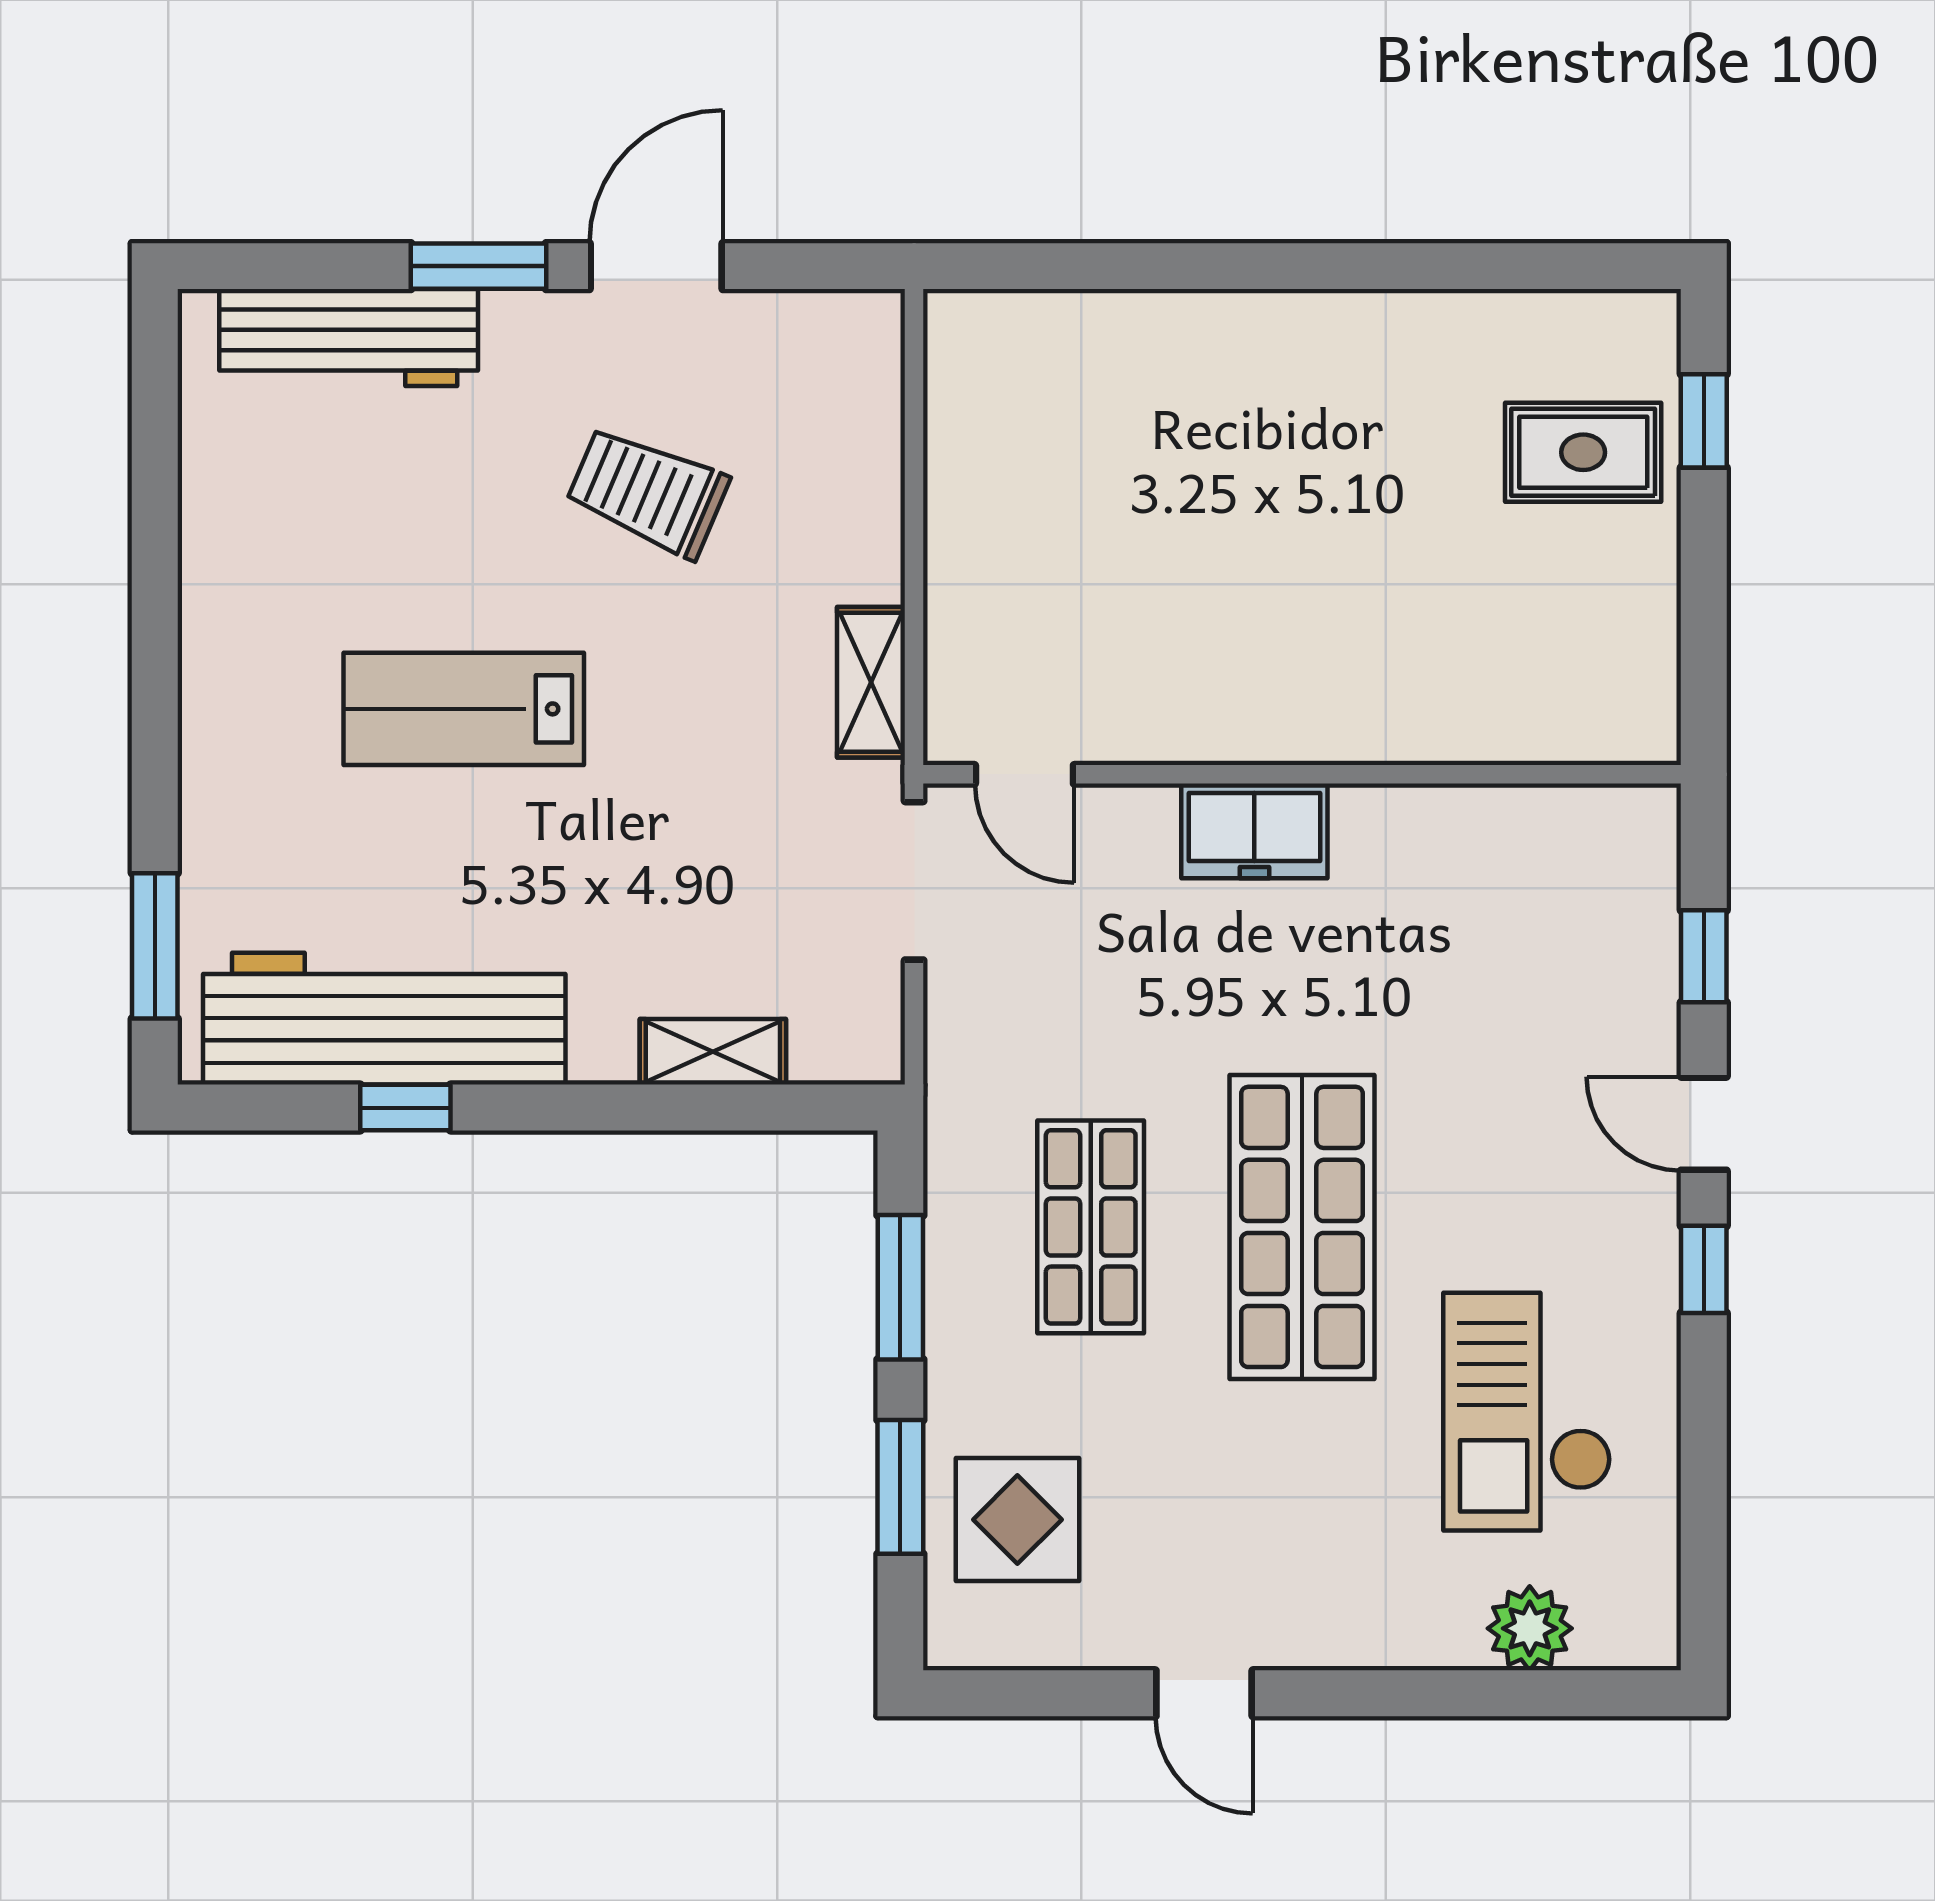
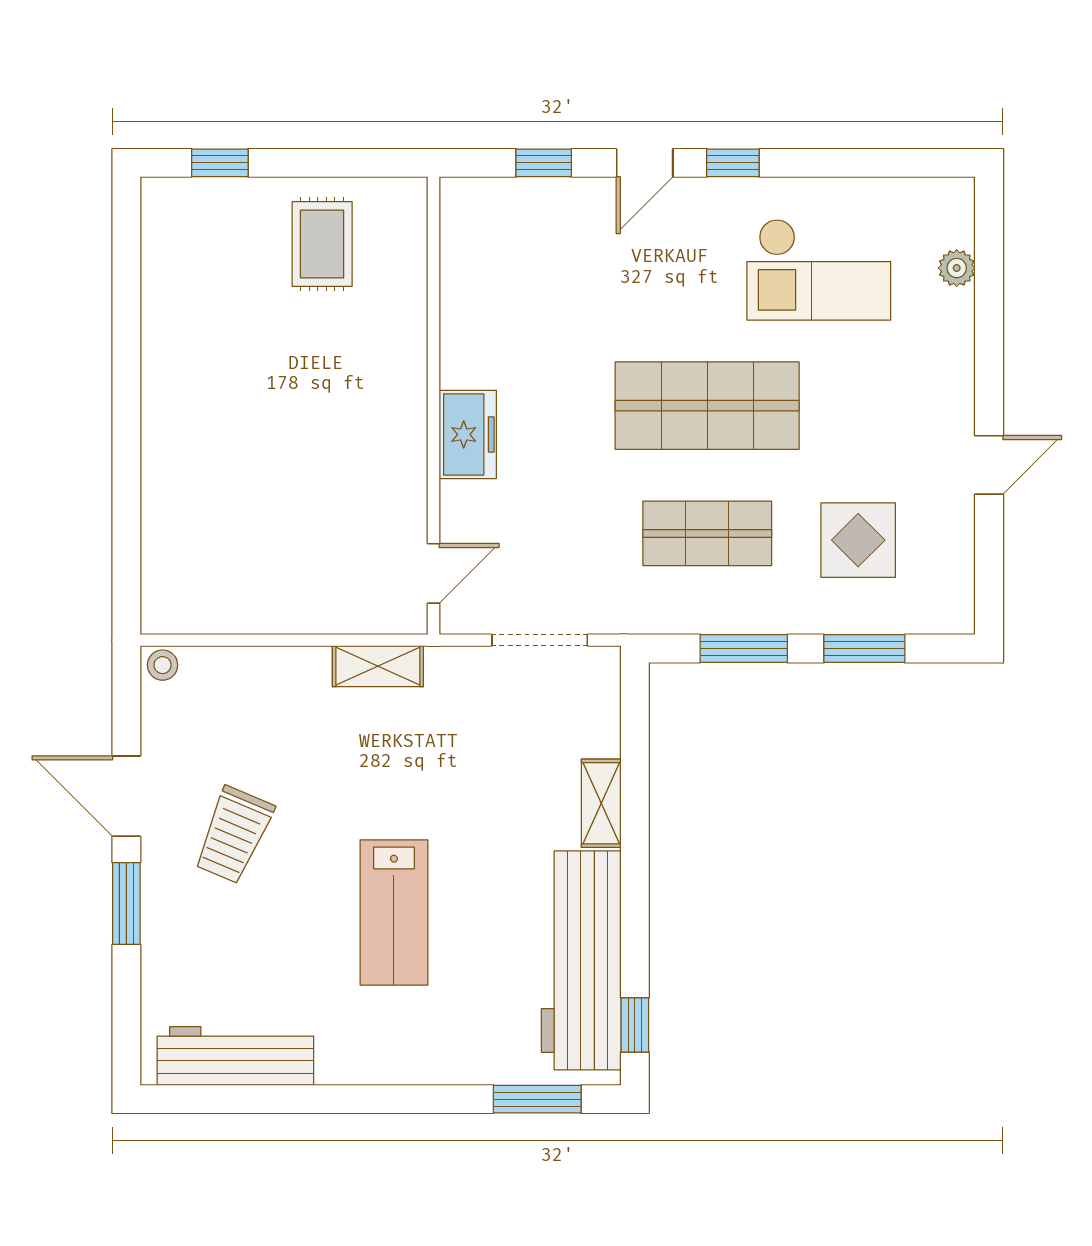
stool: (873, 326) -> (163, 665), added
workbench: (349, 337) -> (235, 1056), moved, turned -90
rug: (1583, 452) -> (322, 244), moved
trolley: (648, 492) -> (234, 835), moved
doorway: (914, 881) -> (540, 640), moved
shelving: (713, 1052) -> (601, 803), moved
window: (405, 1108) -> (635, 1025), moved
display table: (1017, 1520) -> (858, 540), moved
plant: (1530, 1628) -> (957, 268), width x0.73, depth x0.73

